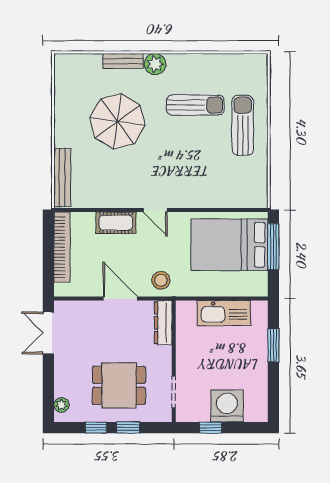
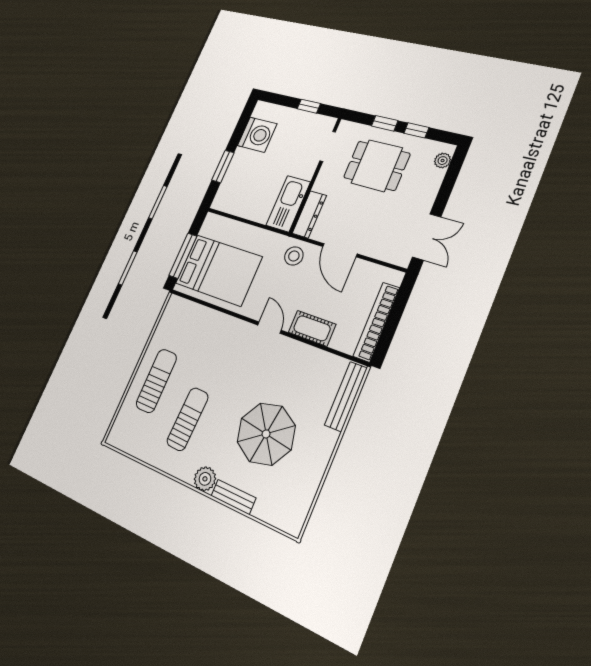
sun lounger: (195, 105) -> (188, 419), turned 92
sun lounger: (243, 125) -> (156, 381), turned 180
kitchen sink: (224, 313) -> (288, 204), moved, turned -90
washing machine: (227, 406) -> (257, 135), moved, turned -90

